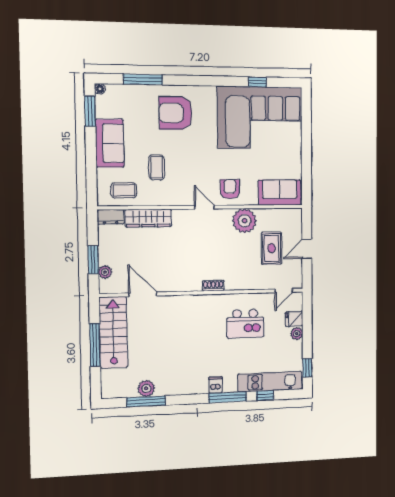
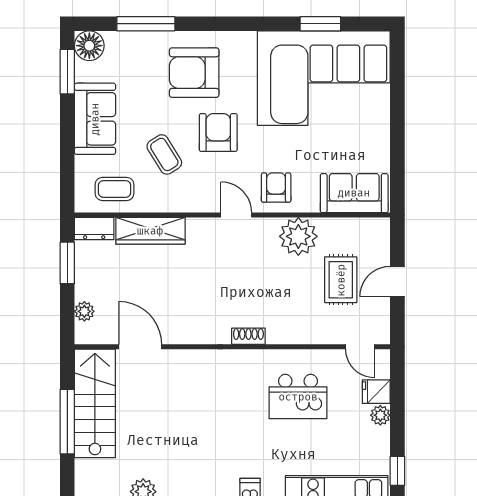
window: (257, 82) -> (320, 24), width x1.50
floor lamp: (100, 89) -> (89, 46), width x1.89, depth x1.89
armchair: (192, 153) -> (218, 132), added
coffee table: (157, 167) -> (164, 154), turned -32
window: (93, 260) -> (67, 263), moved
door: (284, 291) -> (360, 347), hinge flipped

